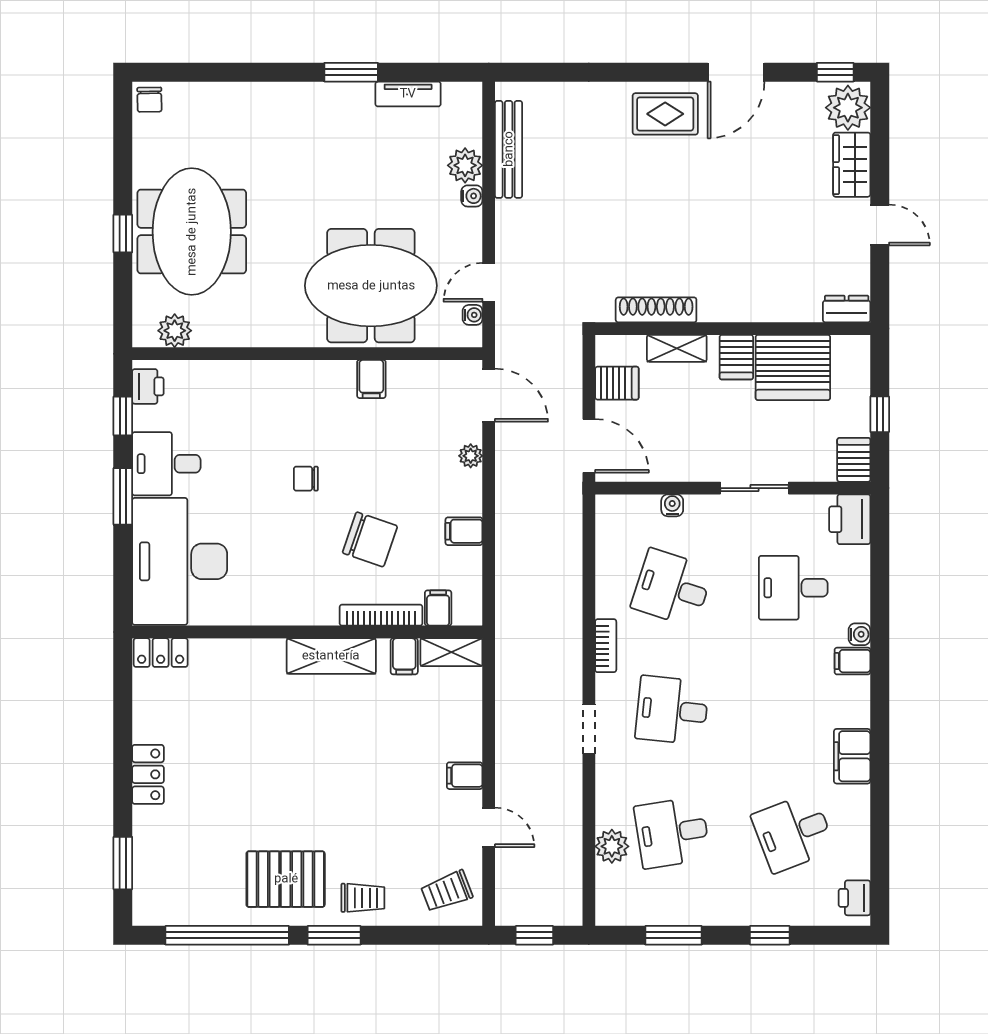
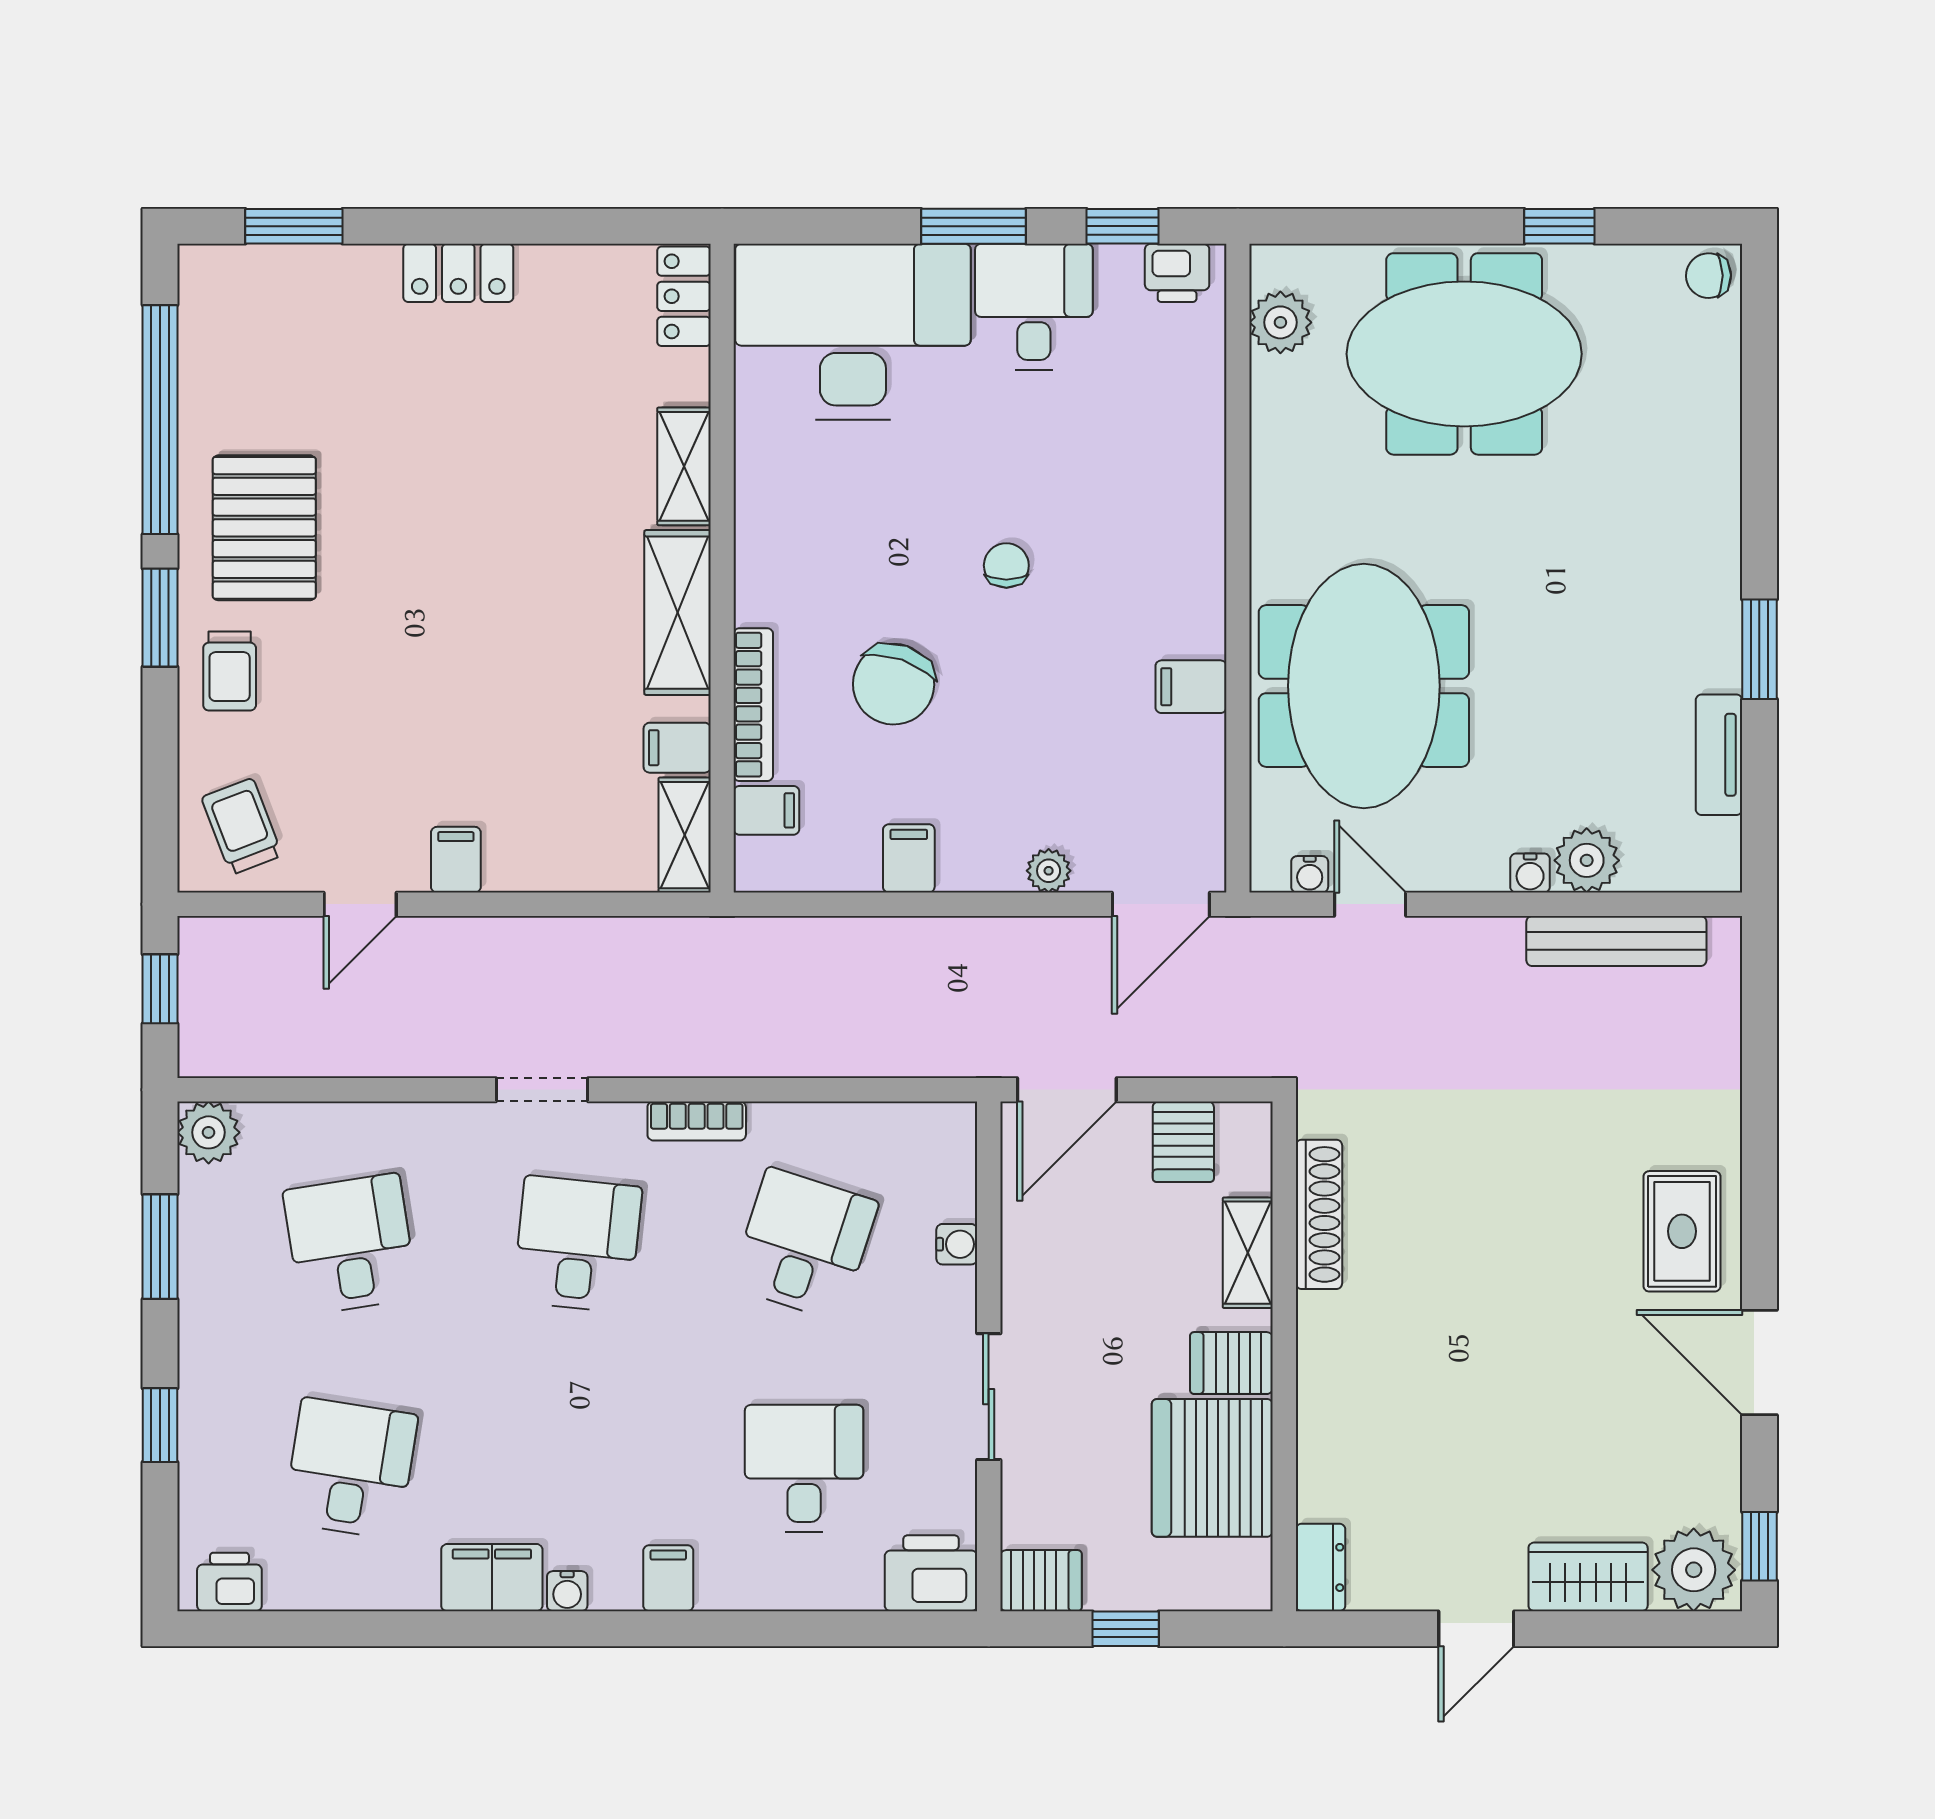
window: (123, 234) -> (1559, 226), moved
water cooler: (859, 634) -> (567, 1591), moved
shelving: (252, 653) -> (684, 466), added
desk: (793, 833) -> (350, 1468), turned 30
plant: (612, 846) -> (209, 1132), moved

